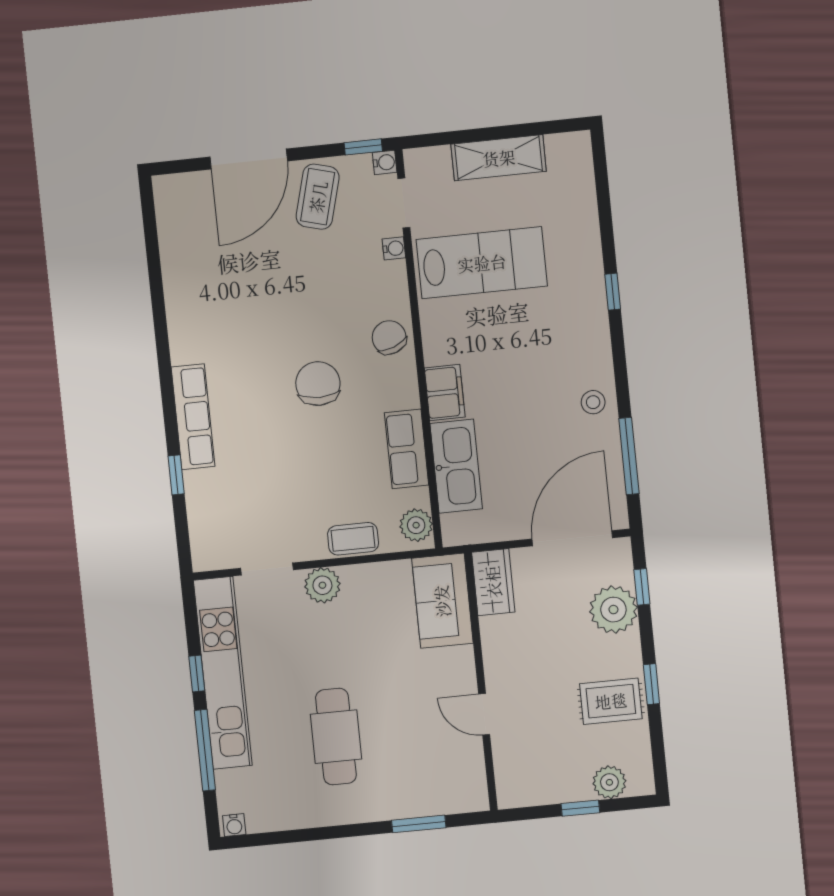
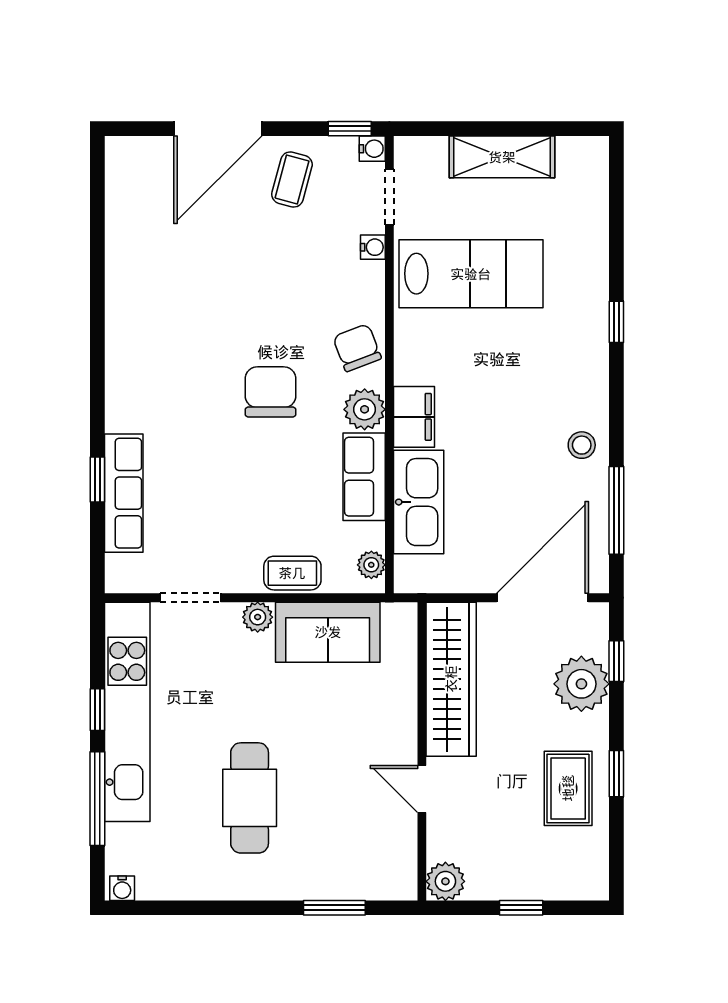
coffee table: (318, 197) -> (292, 180), width x0.73, depth x0.77
plant: (401, 390) -> (365, 409), added
row of seats: (193, 417) -> (124, 493), moved
plant: (416, 525) -> (371, 565), width x0.73, depth x0.73
wardrobe: (493, 582) -> (451, 679), width x2.10, depth x1.17
plant: (322, 585) -> (258, 617), width x0.73, depth x0.73
sofa: (442, 601) -> (328, 632), moved, turned -90
rug: (611, 701) -> (568, 788), turned 90
plant: (609, 782) -> (445, 881), moved

